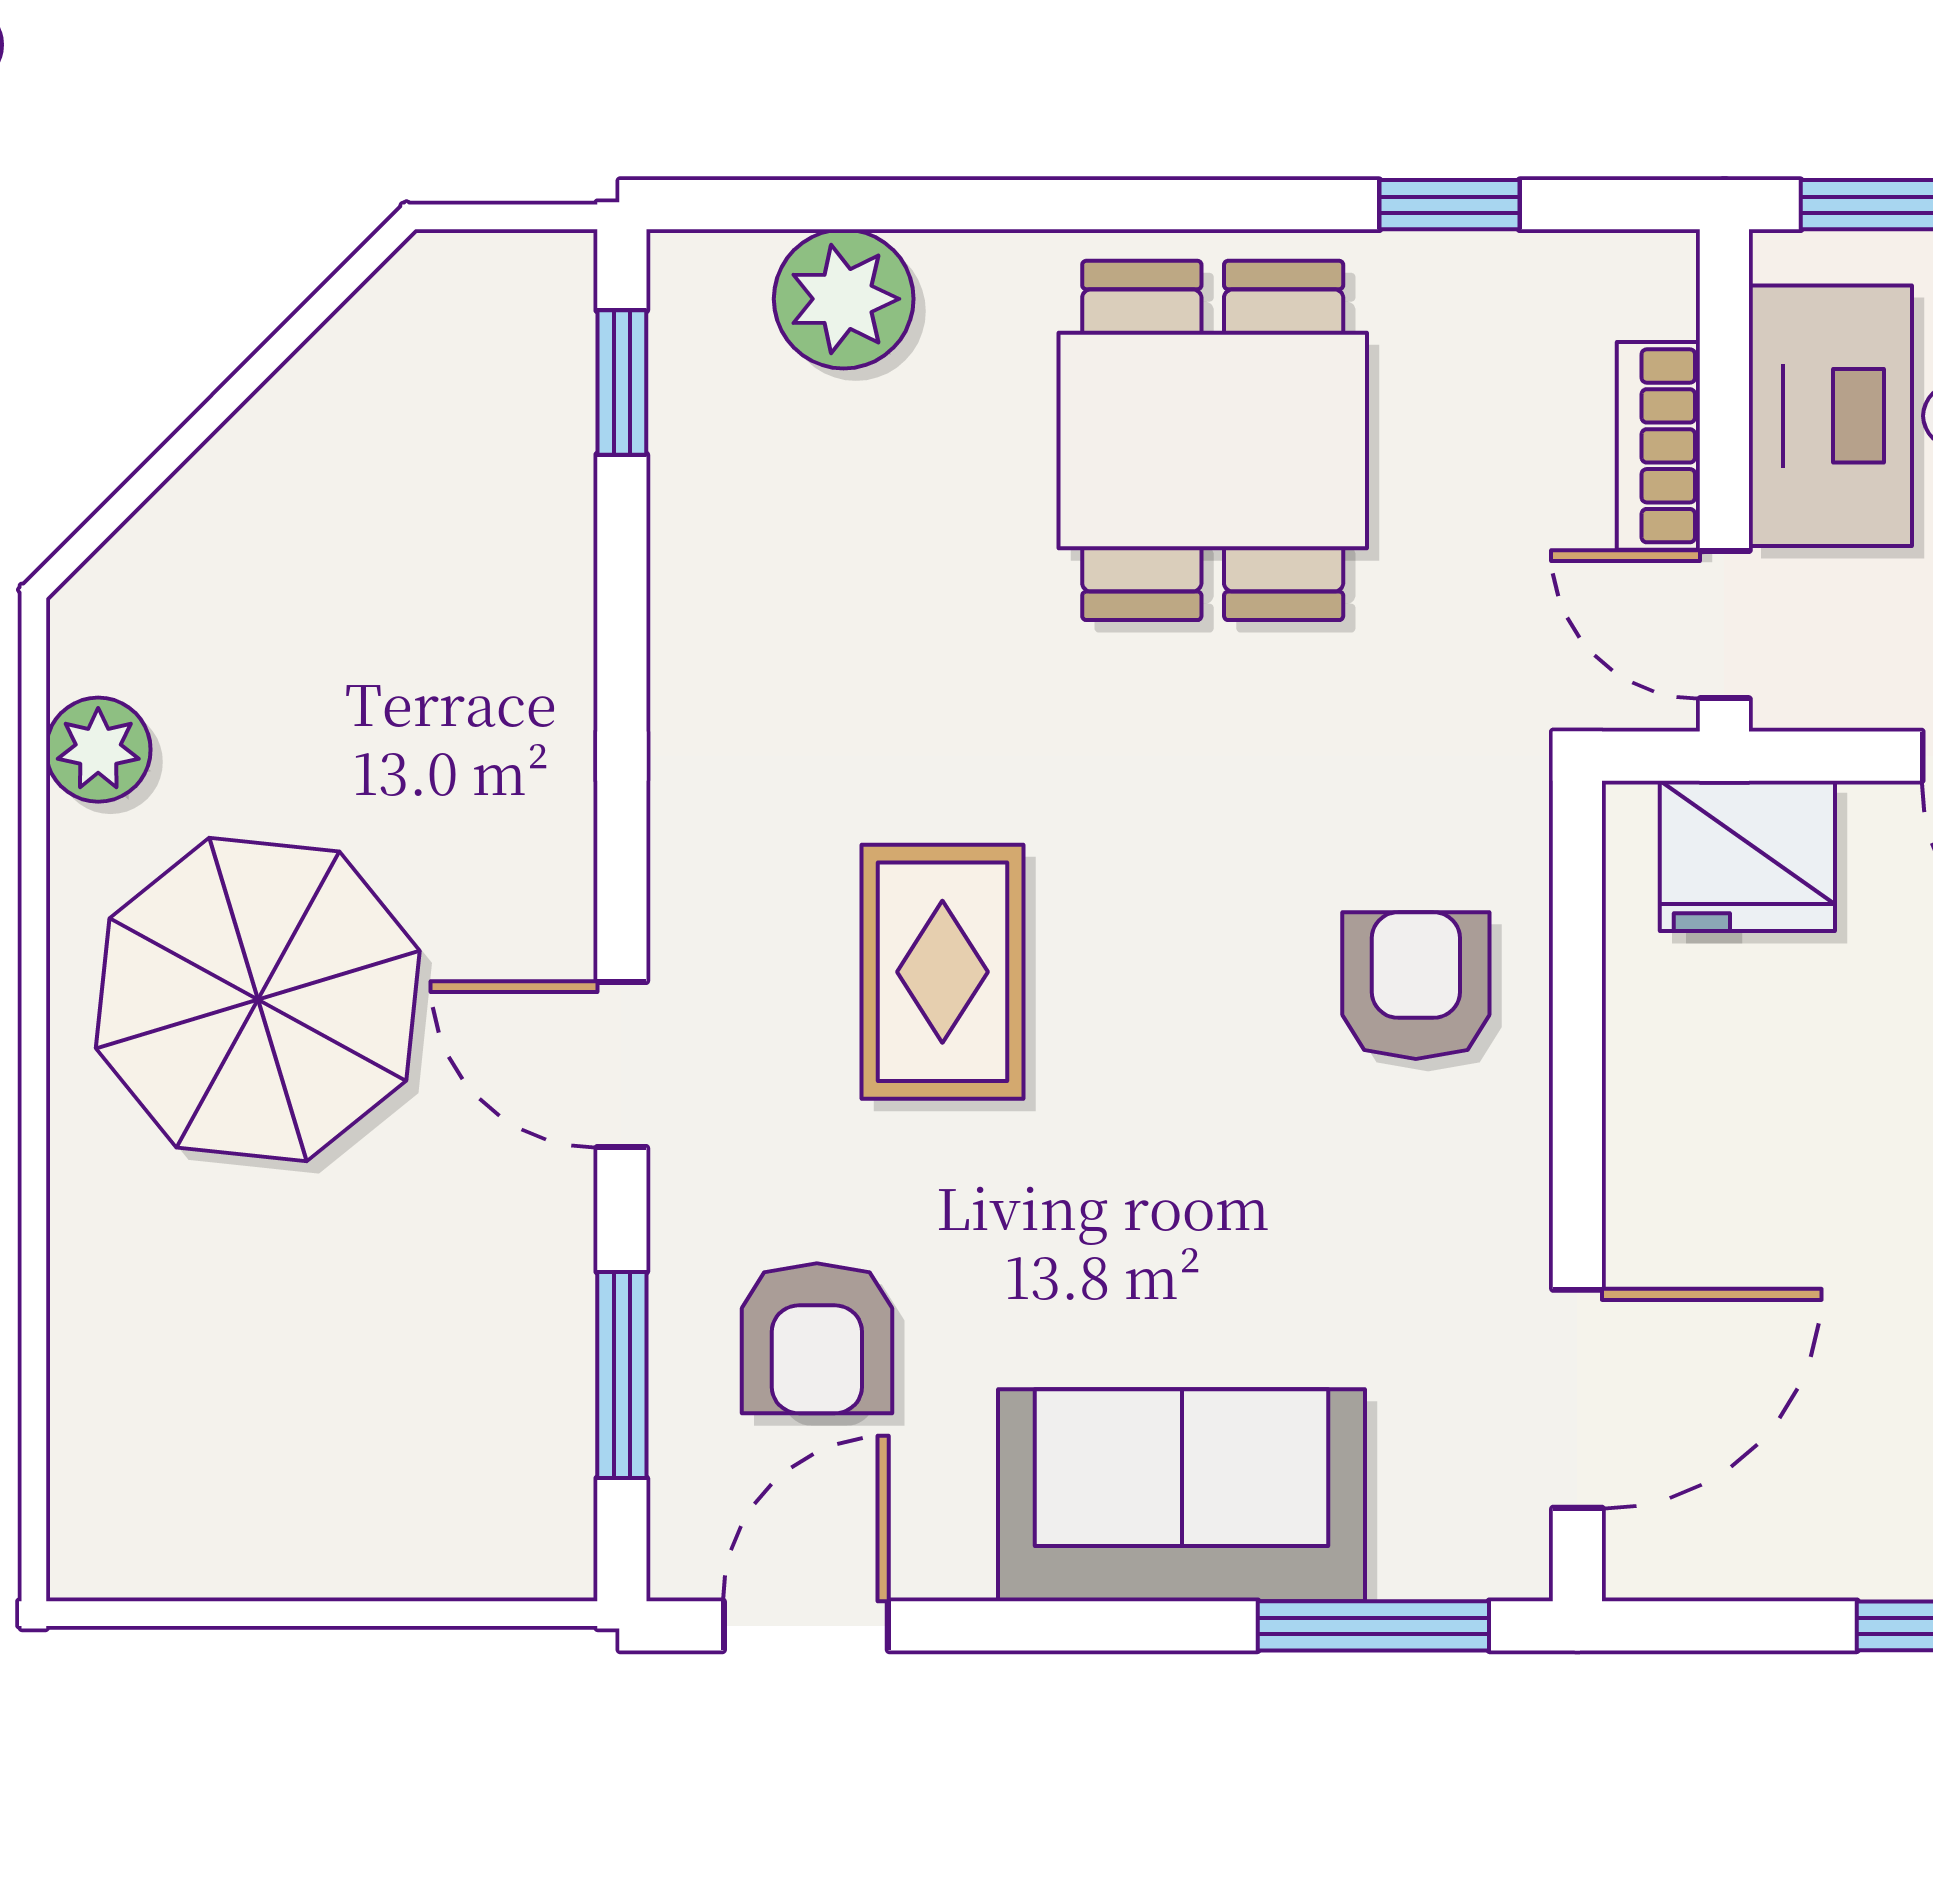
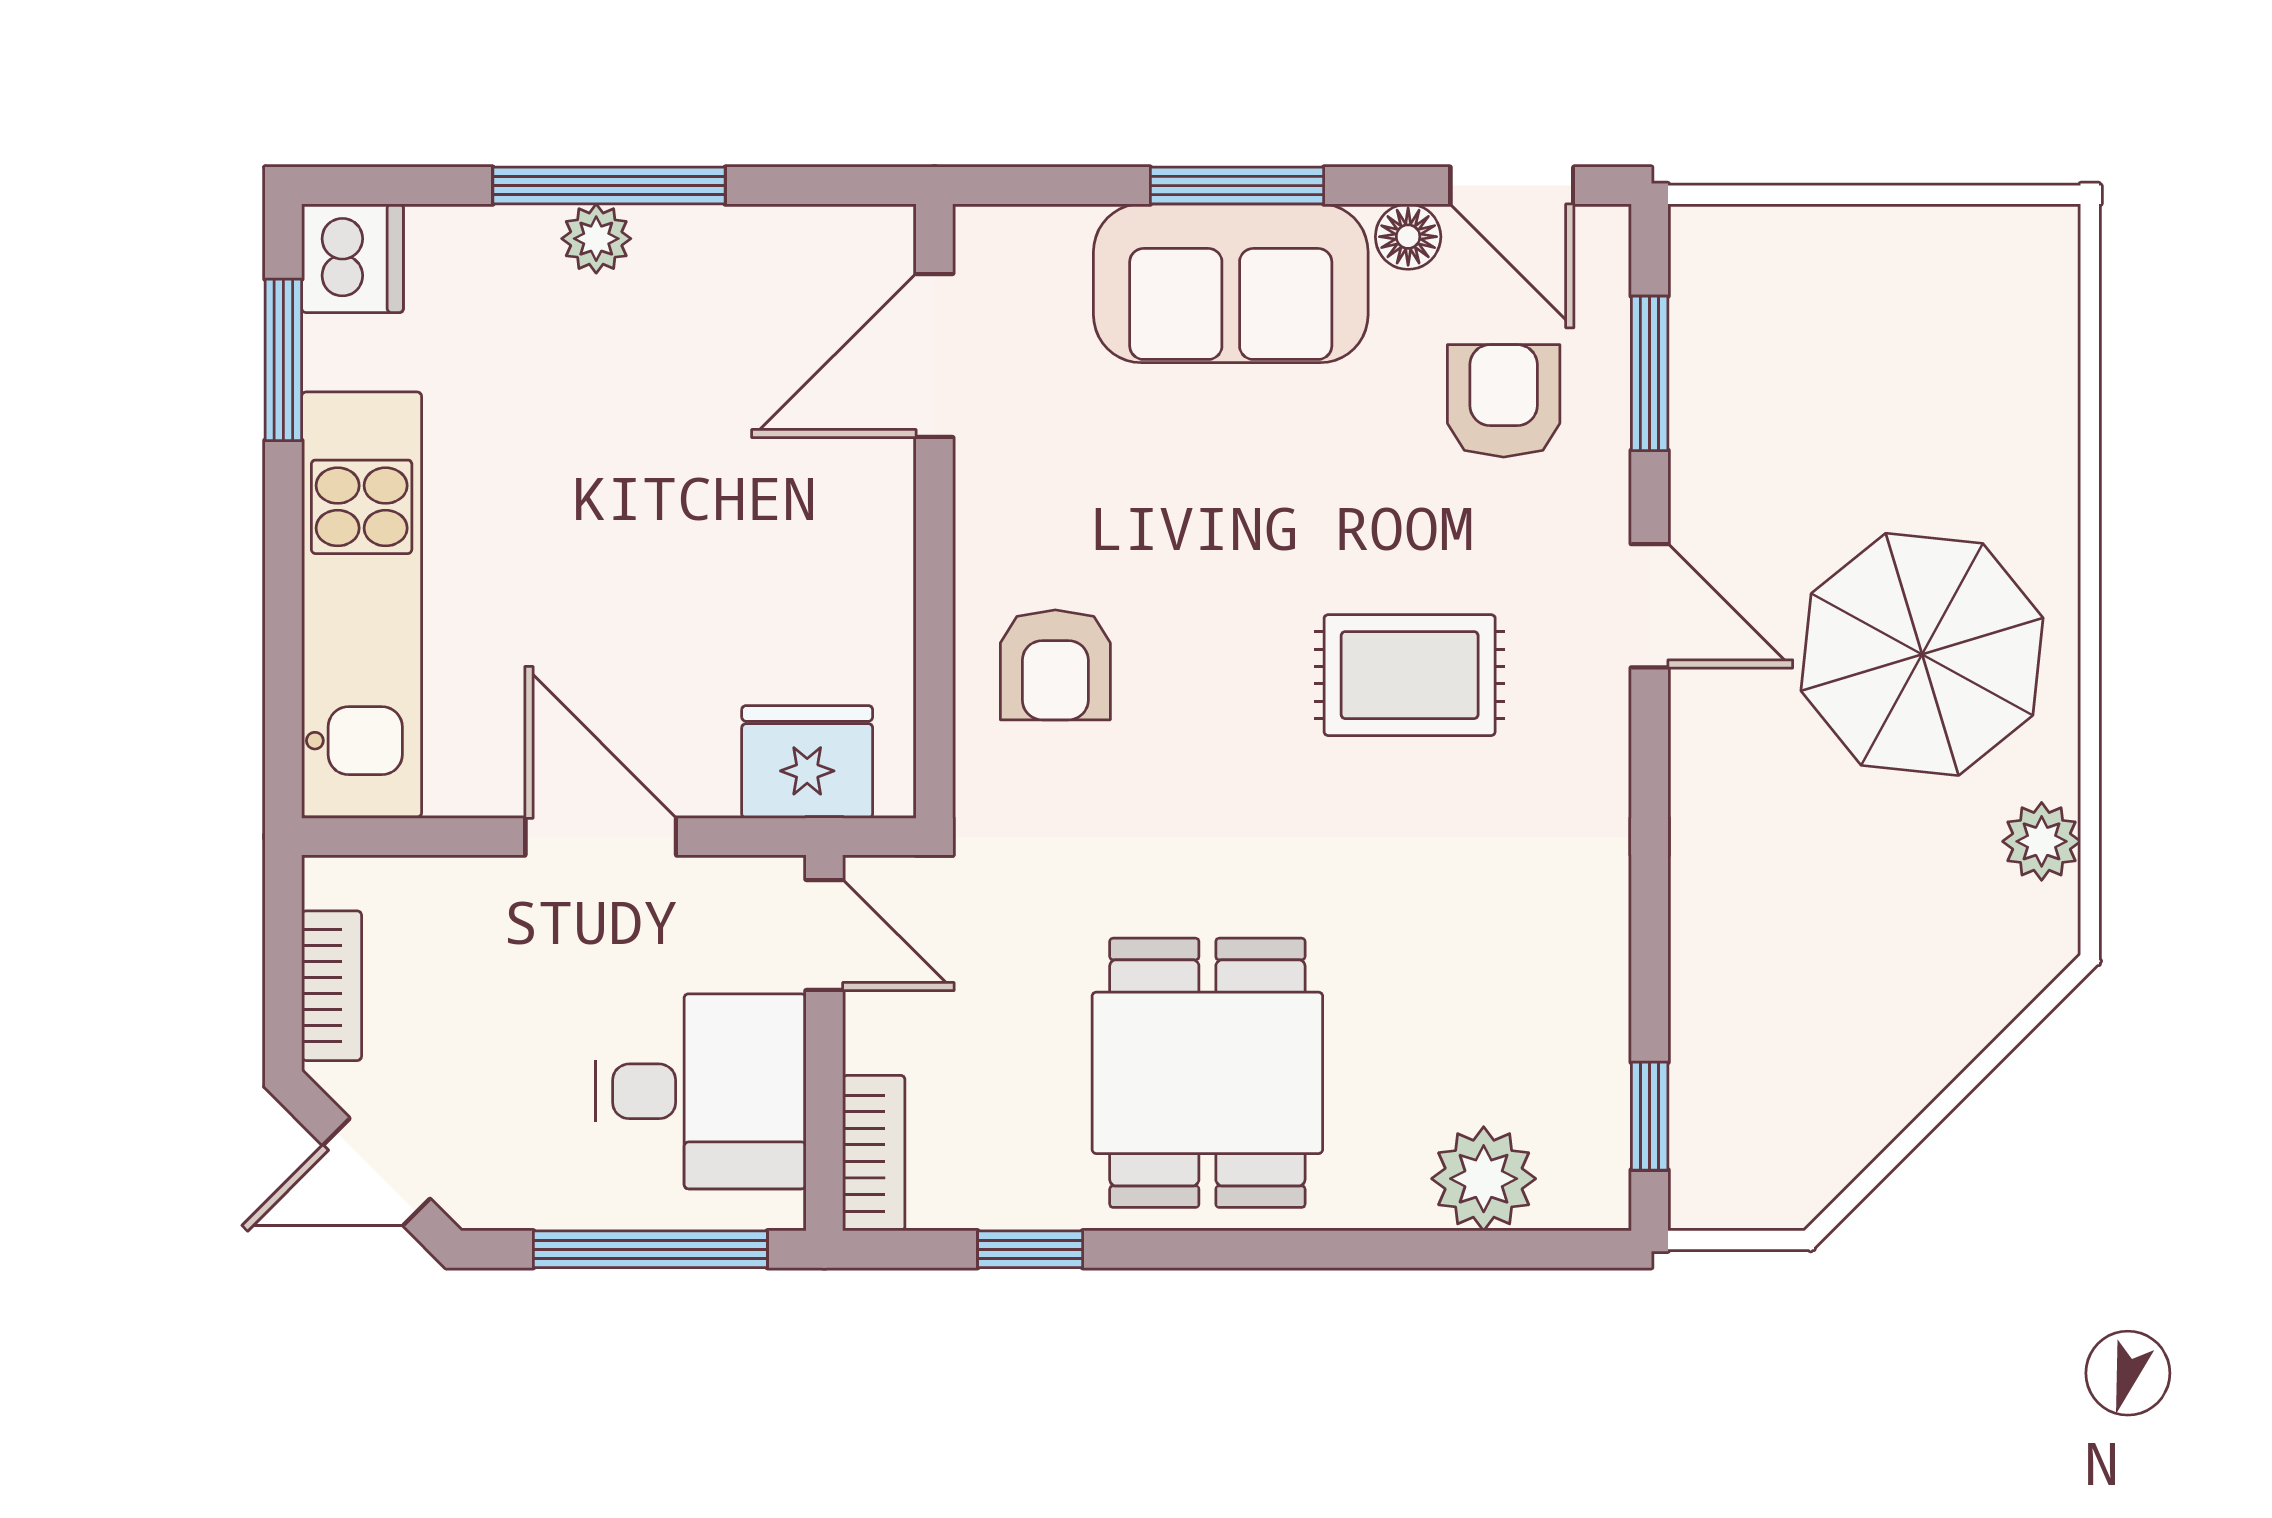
bookcase: (1658, 446) -> (874, 1153), moved
rug: (942, 972) -> (1410, 675), turned 90
floor lamp: (945, 1558) -> (1408, 237), added
door: (806, 1626) -> (1512, 186), hinge flipped
window: (1373, 1626) -> (1237, 186), moved

